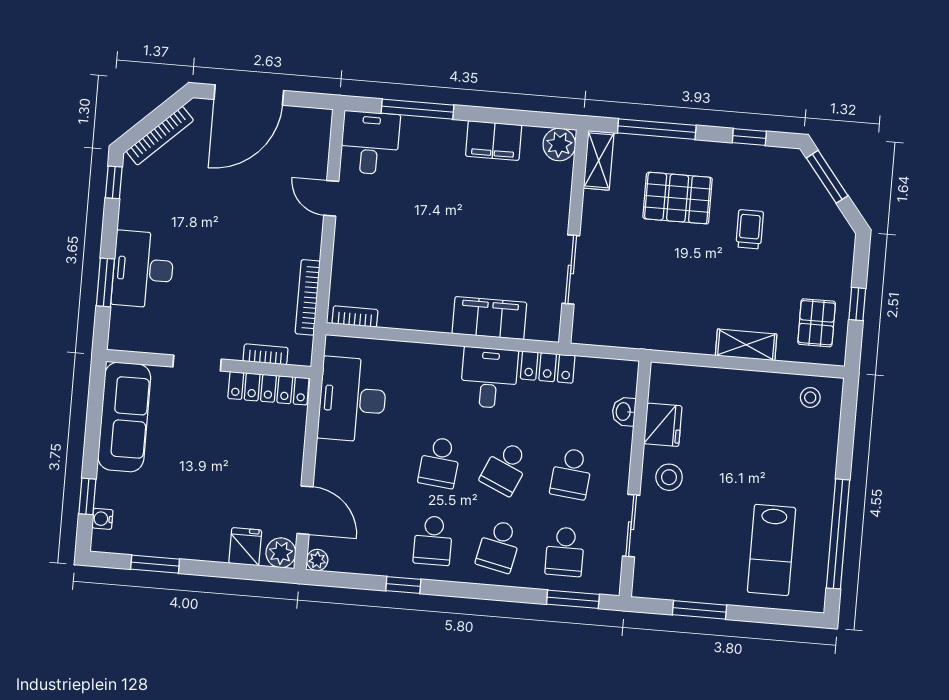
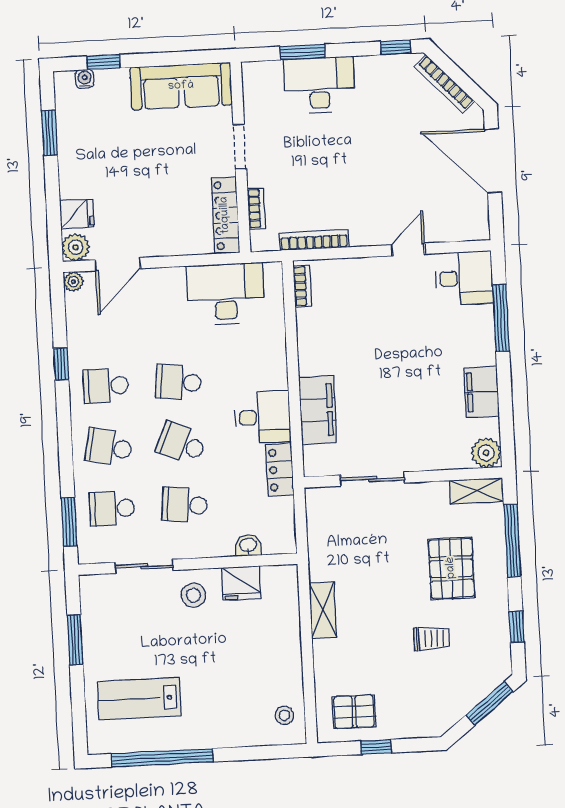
shelving: (746, 345) -> (323, 610), moved

